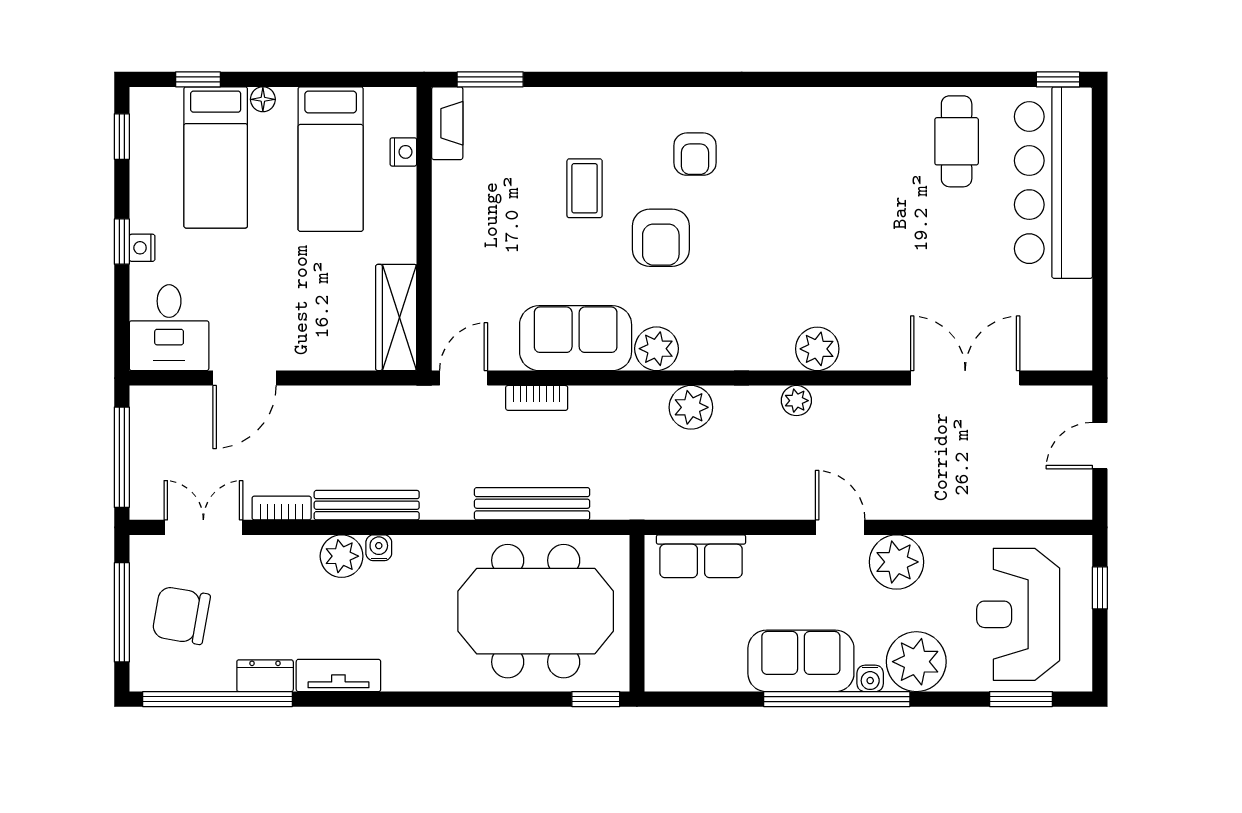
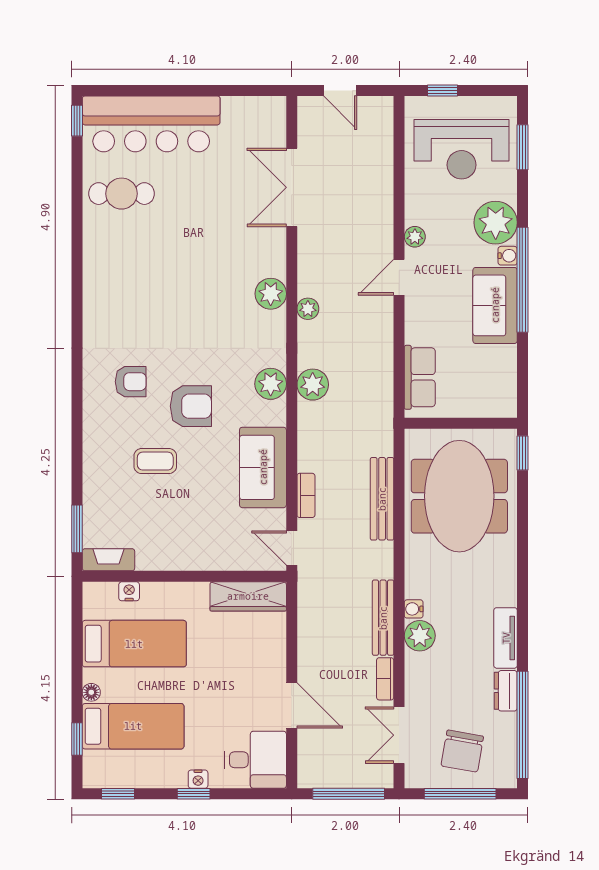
plant: (657, 349) -> (271, 384), moved
plant: (897, 562) -> (415, 237), width x0.53, depth x0.53

